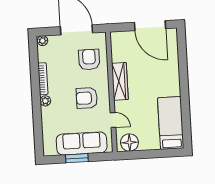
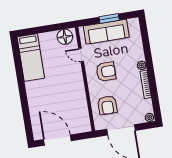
wardrobe: (120, 81) -> (79, 89), removed

